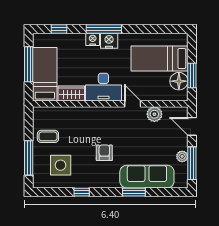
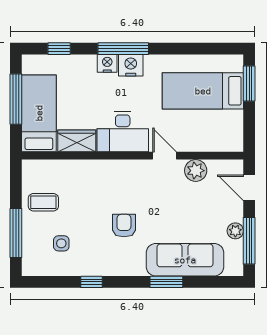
window: (192, 76) -> (249, 83), moved
floor lamp: (179, 81) -> (231, 123), removed
side table: (61, 165) -> (61, 243), width x0.54, depth x0.54

